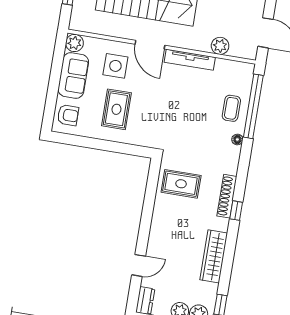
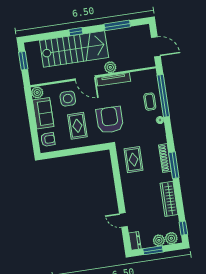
plant: (220, 46) -> (110, 67), moved
armchair: (166, 116) -> (110, 120), added
rug: (181, 184) -> (134, 160), turned 90
window: (236, 211) -> (174, 165), width x2.17
door: (139, 265) -> (123, 220), swing flipped

